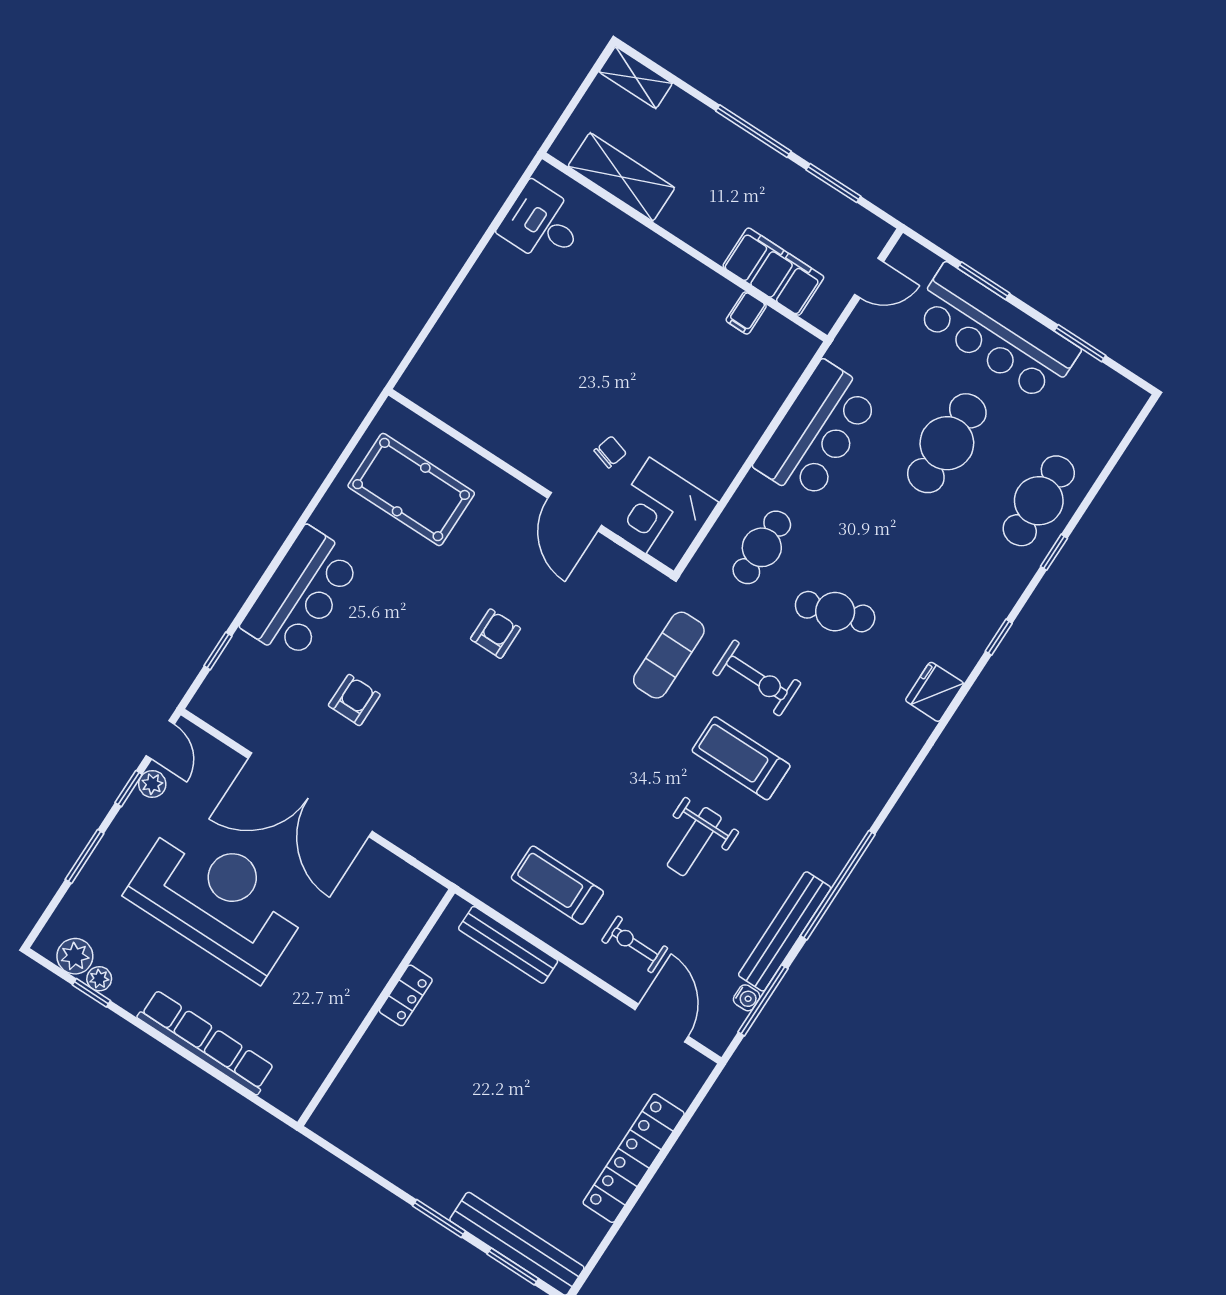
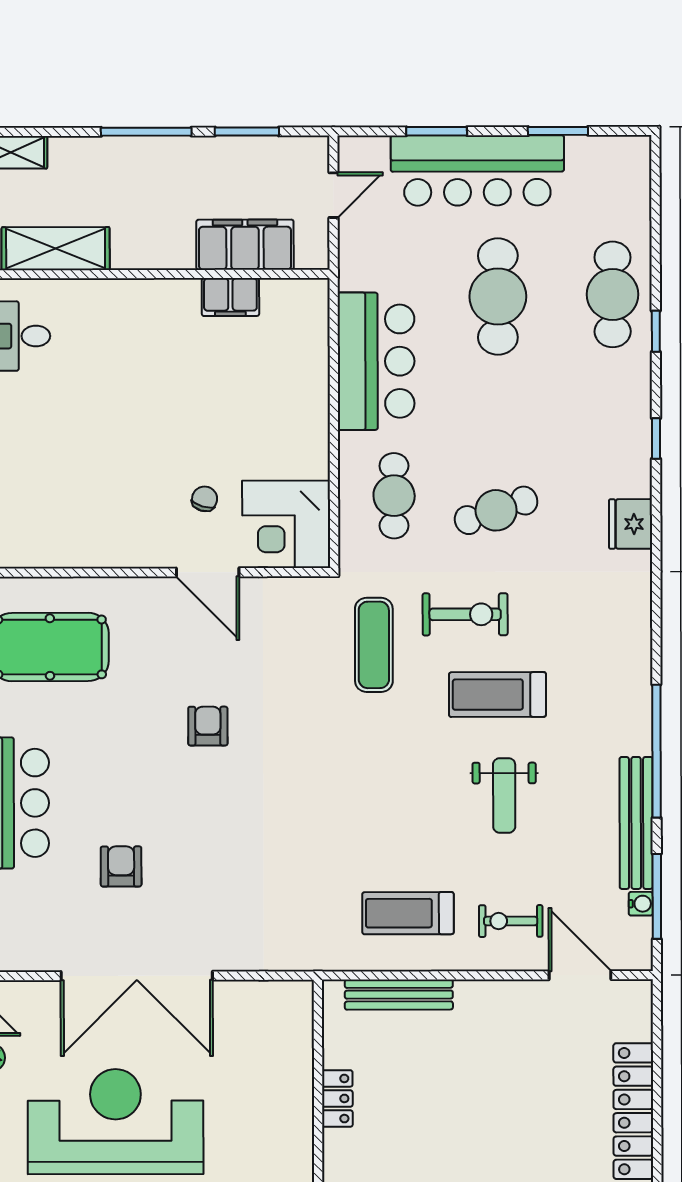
filing cabinet: (746, 313) -> (230, 297), width x2.00

